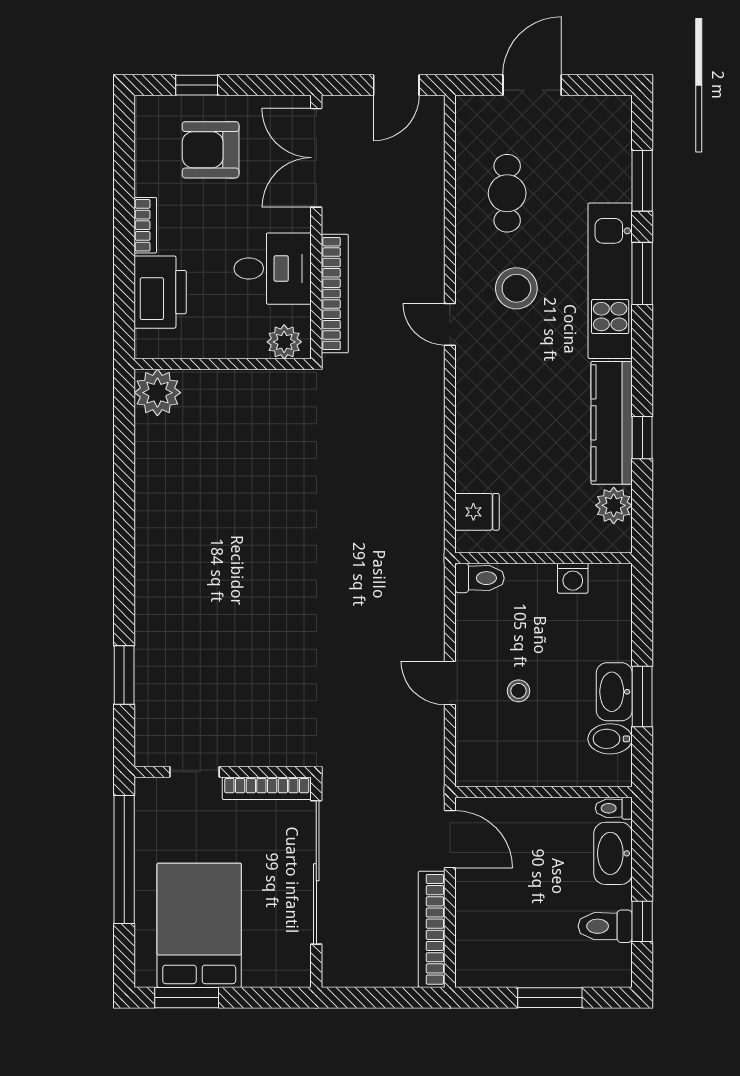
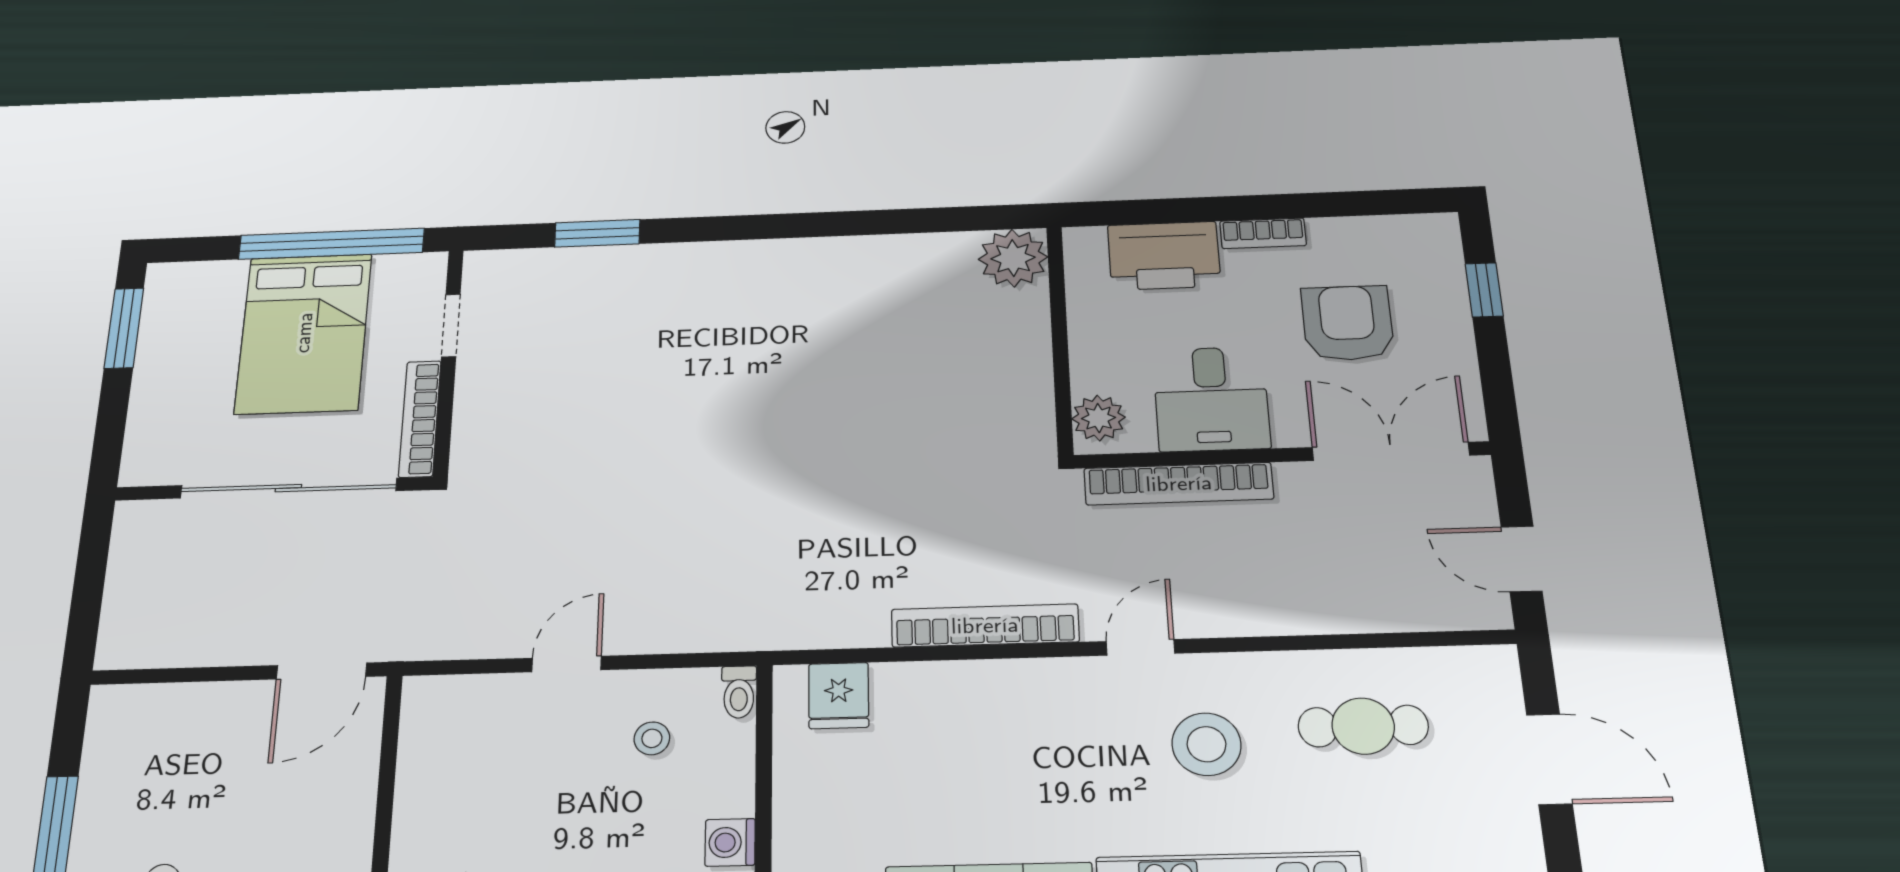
armchair: (211, 150) -> (1347, 323), moved
toilet: (480, 578) -> (739, 692), width x0.73, depth x0.72
stool: (518, 691) -> (652, 738), moved
bed: (199, 925) -> (304, 333), moved, turned 90
bookcase: (432, 929) -> (985, 626), moved

